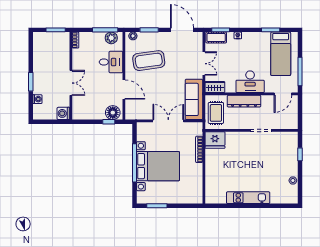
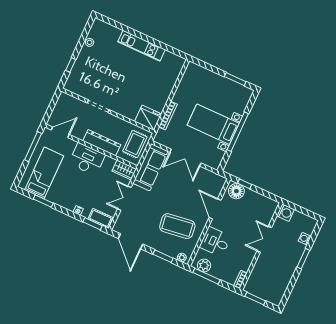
bed with nightstands: (158, 166) -> (213, 124), width x0.73

